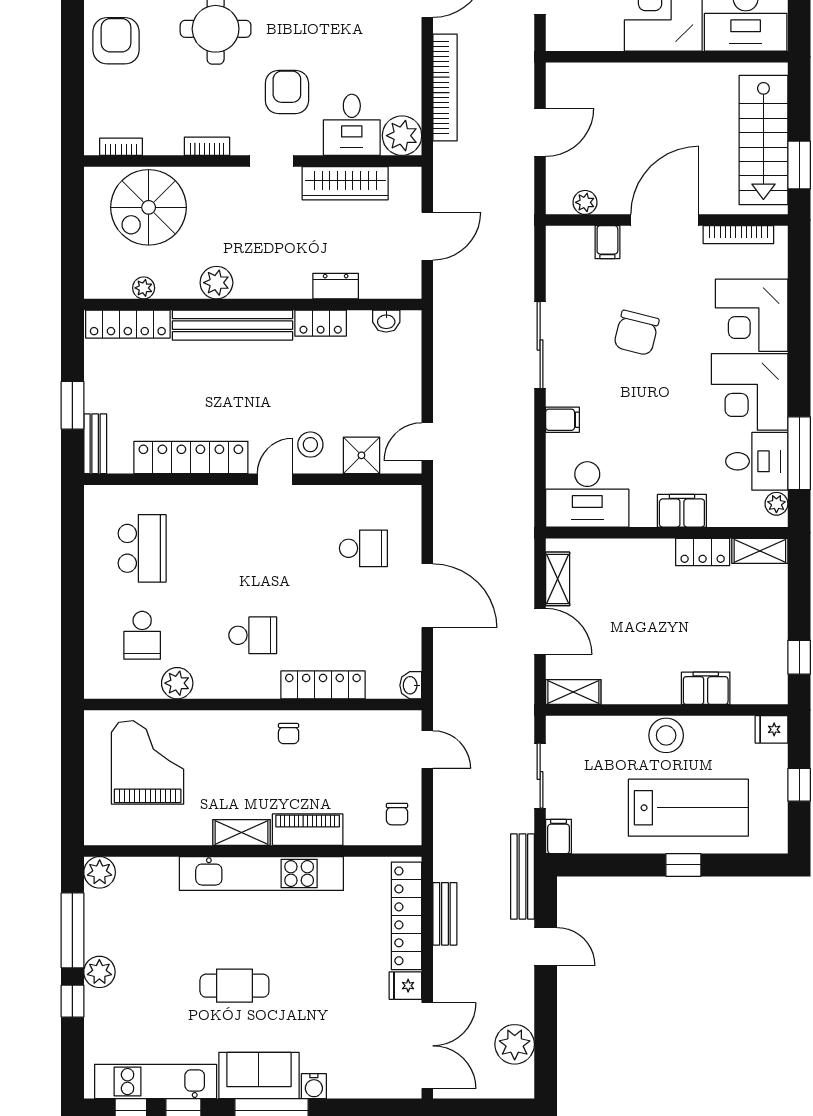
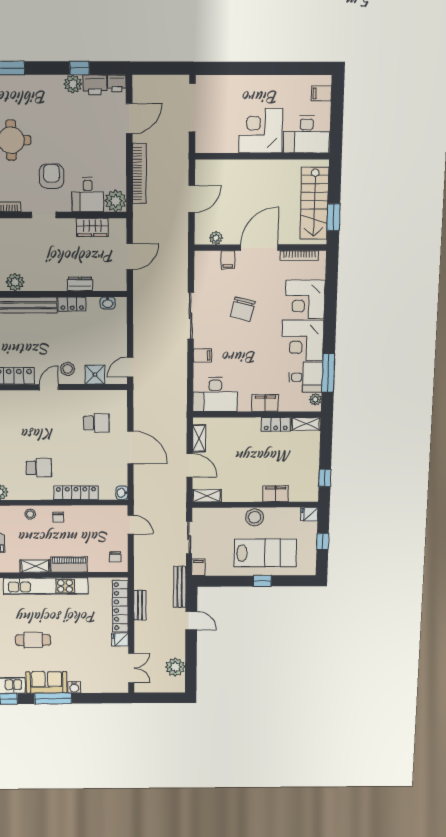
wardrobe: (345, 183) -> (92, 227), width x0.67
stool: (234, 727) -> (30, 514), added
double door: (427, 1046) -> (131, 668), width x0.73

